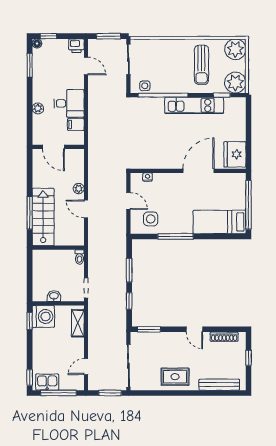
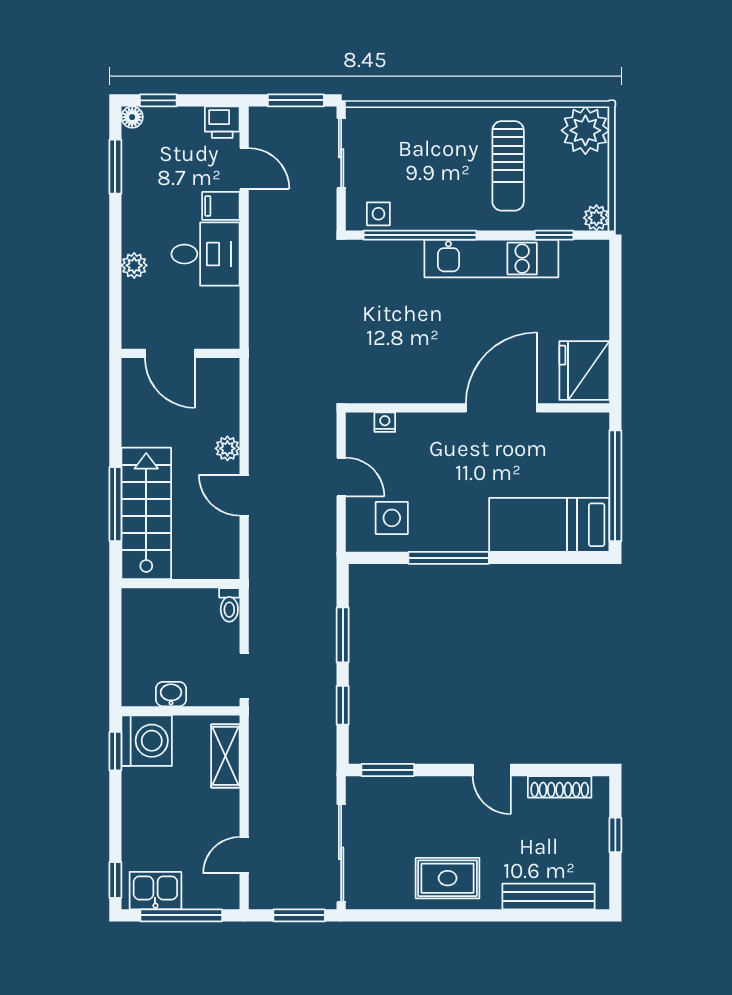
plant: (235, 83) -> (596, 218), width x0.53, depth x0.53
filing cabinet: (76, 124) -> (221, 206), moved

